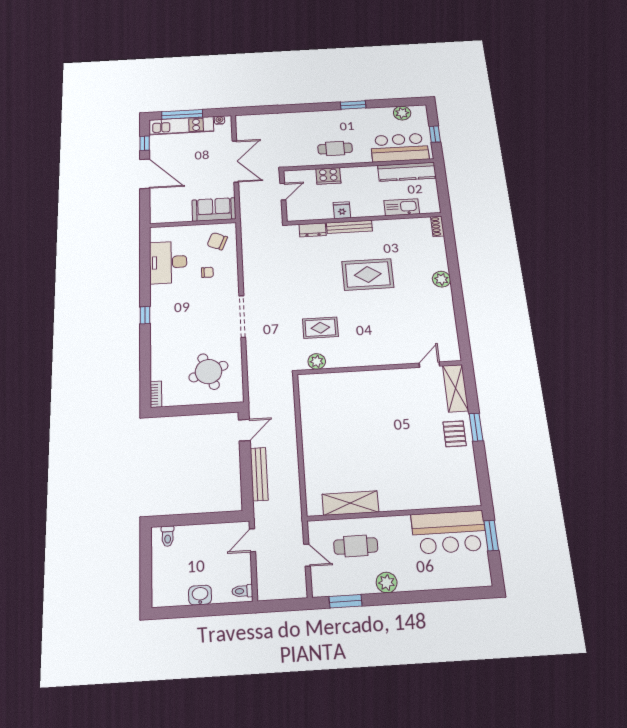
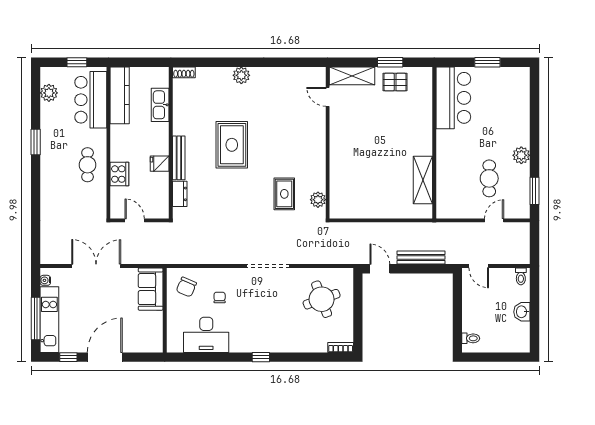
shelving: (350, 503) -> (423, 180), moved
wall: (395, 513) -> (434, 143), moved
bar counter: (449, 532) -> (453, 98), moved

